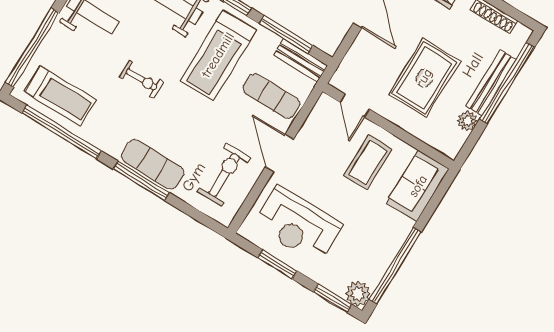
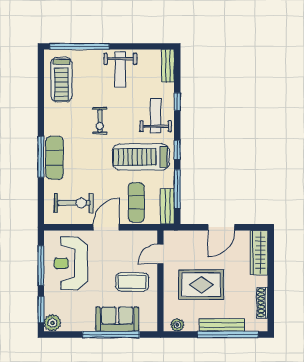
plant: (467, 121) -> (177, 325), moved
window: (62, 132) -> (41, 93), removed
sofa: (418, 186) -> (117, 319), moved
window: (277, 264) -> (41, 265), width x1.44
window: (395, 266) -> (111, 334), moved

